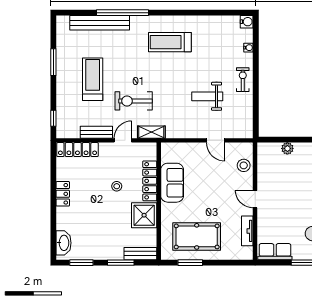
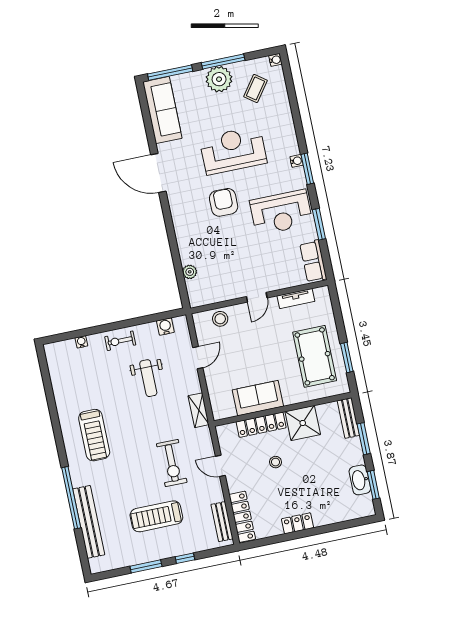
water cooler: (247, 22) -> (165, 327), moved
window: (53, 118) -> (185, 558), moved
bench: (96, 132) -> (222, 522), moved
shelving: (151, 132) -> (199, 410), moved
washbasin: (64, 243) -> (360, 480), moved, turned -90

